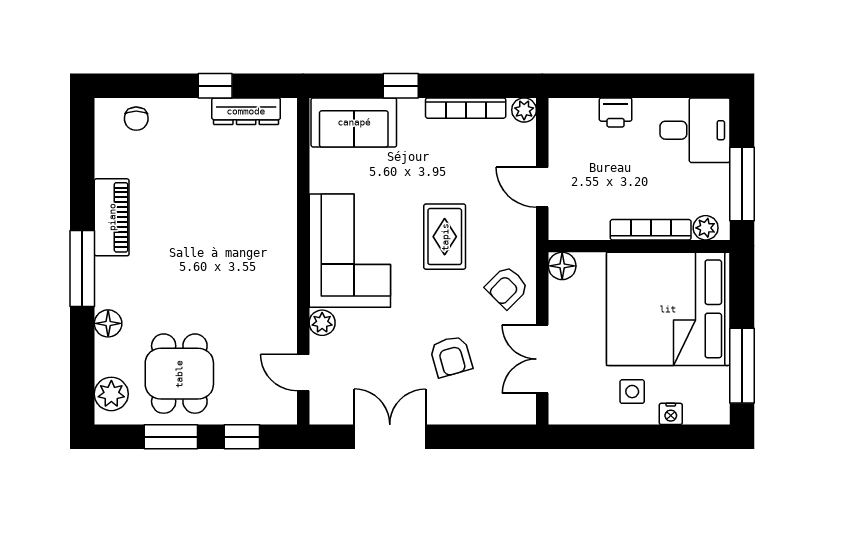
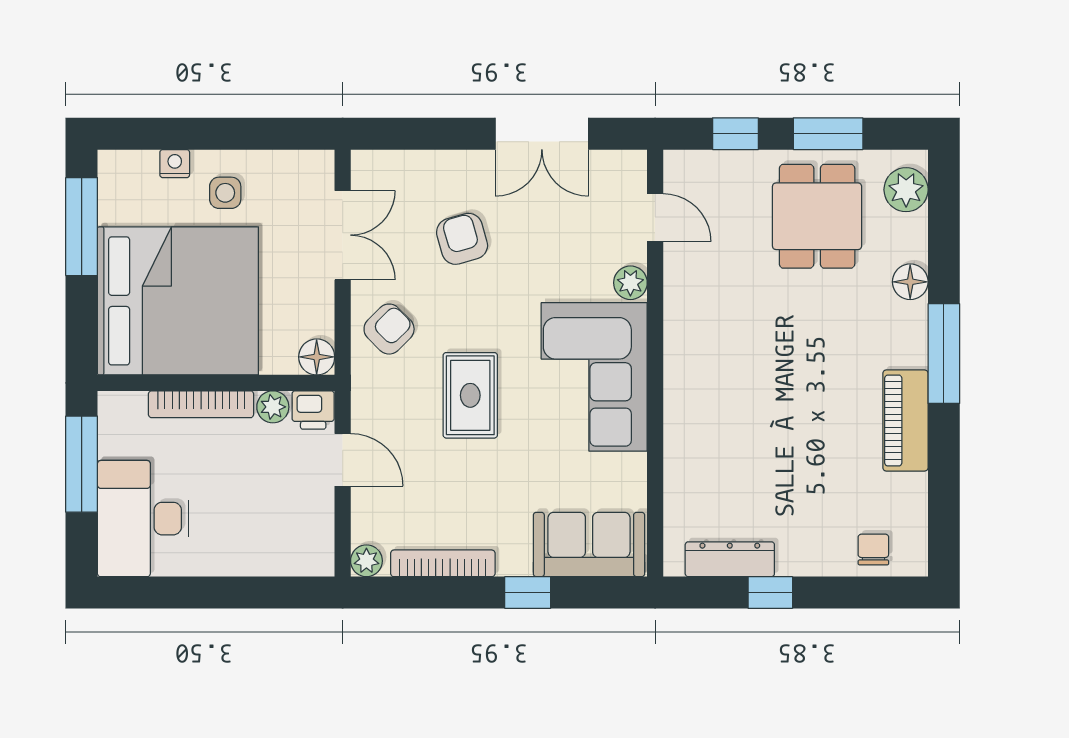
printer: (616, 112) -> (313, 410), moved, turned 180
desk: (695, 130) -> (143, 519), width x1.37
plant: (706, 228) -> (273, 407), moved

